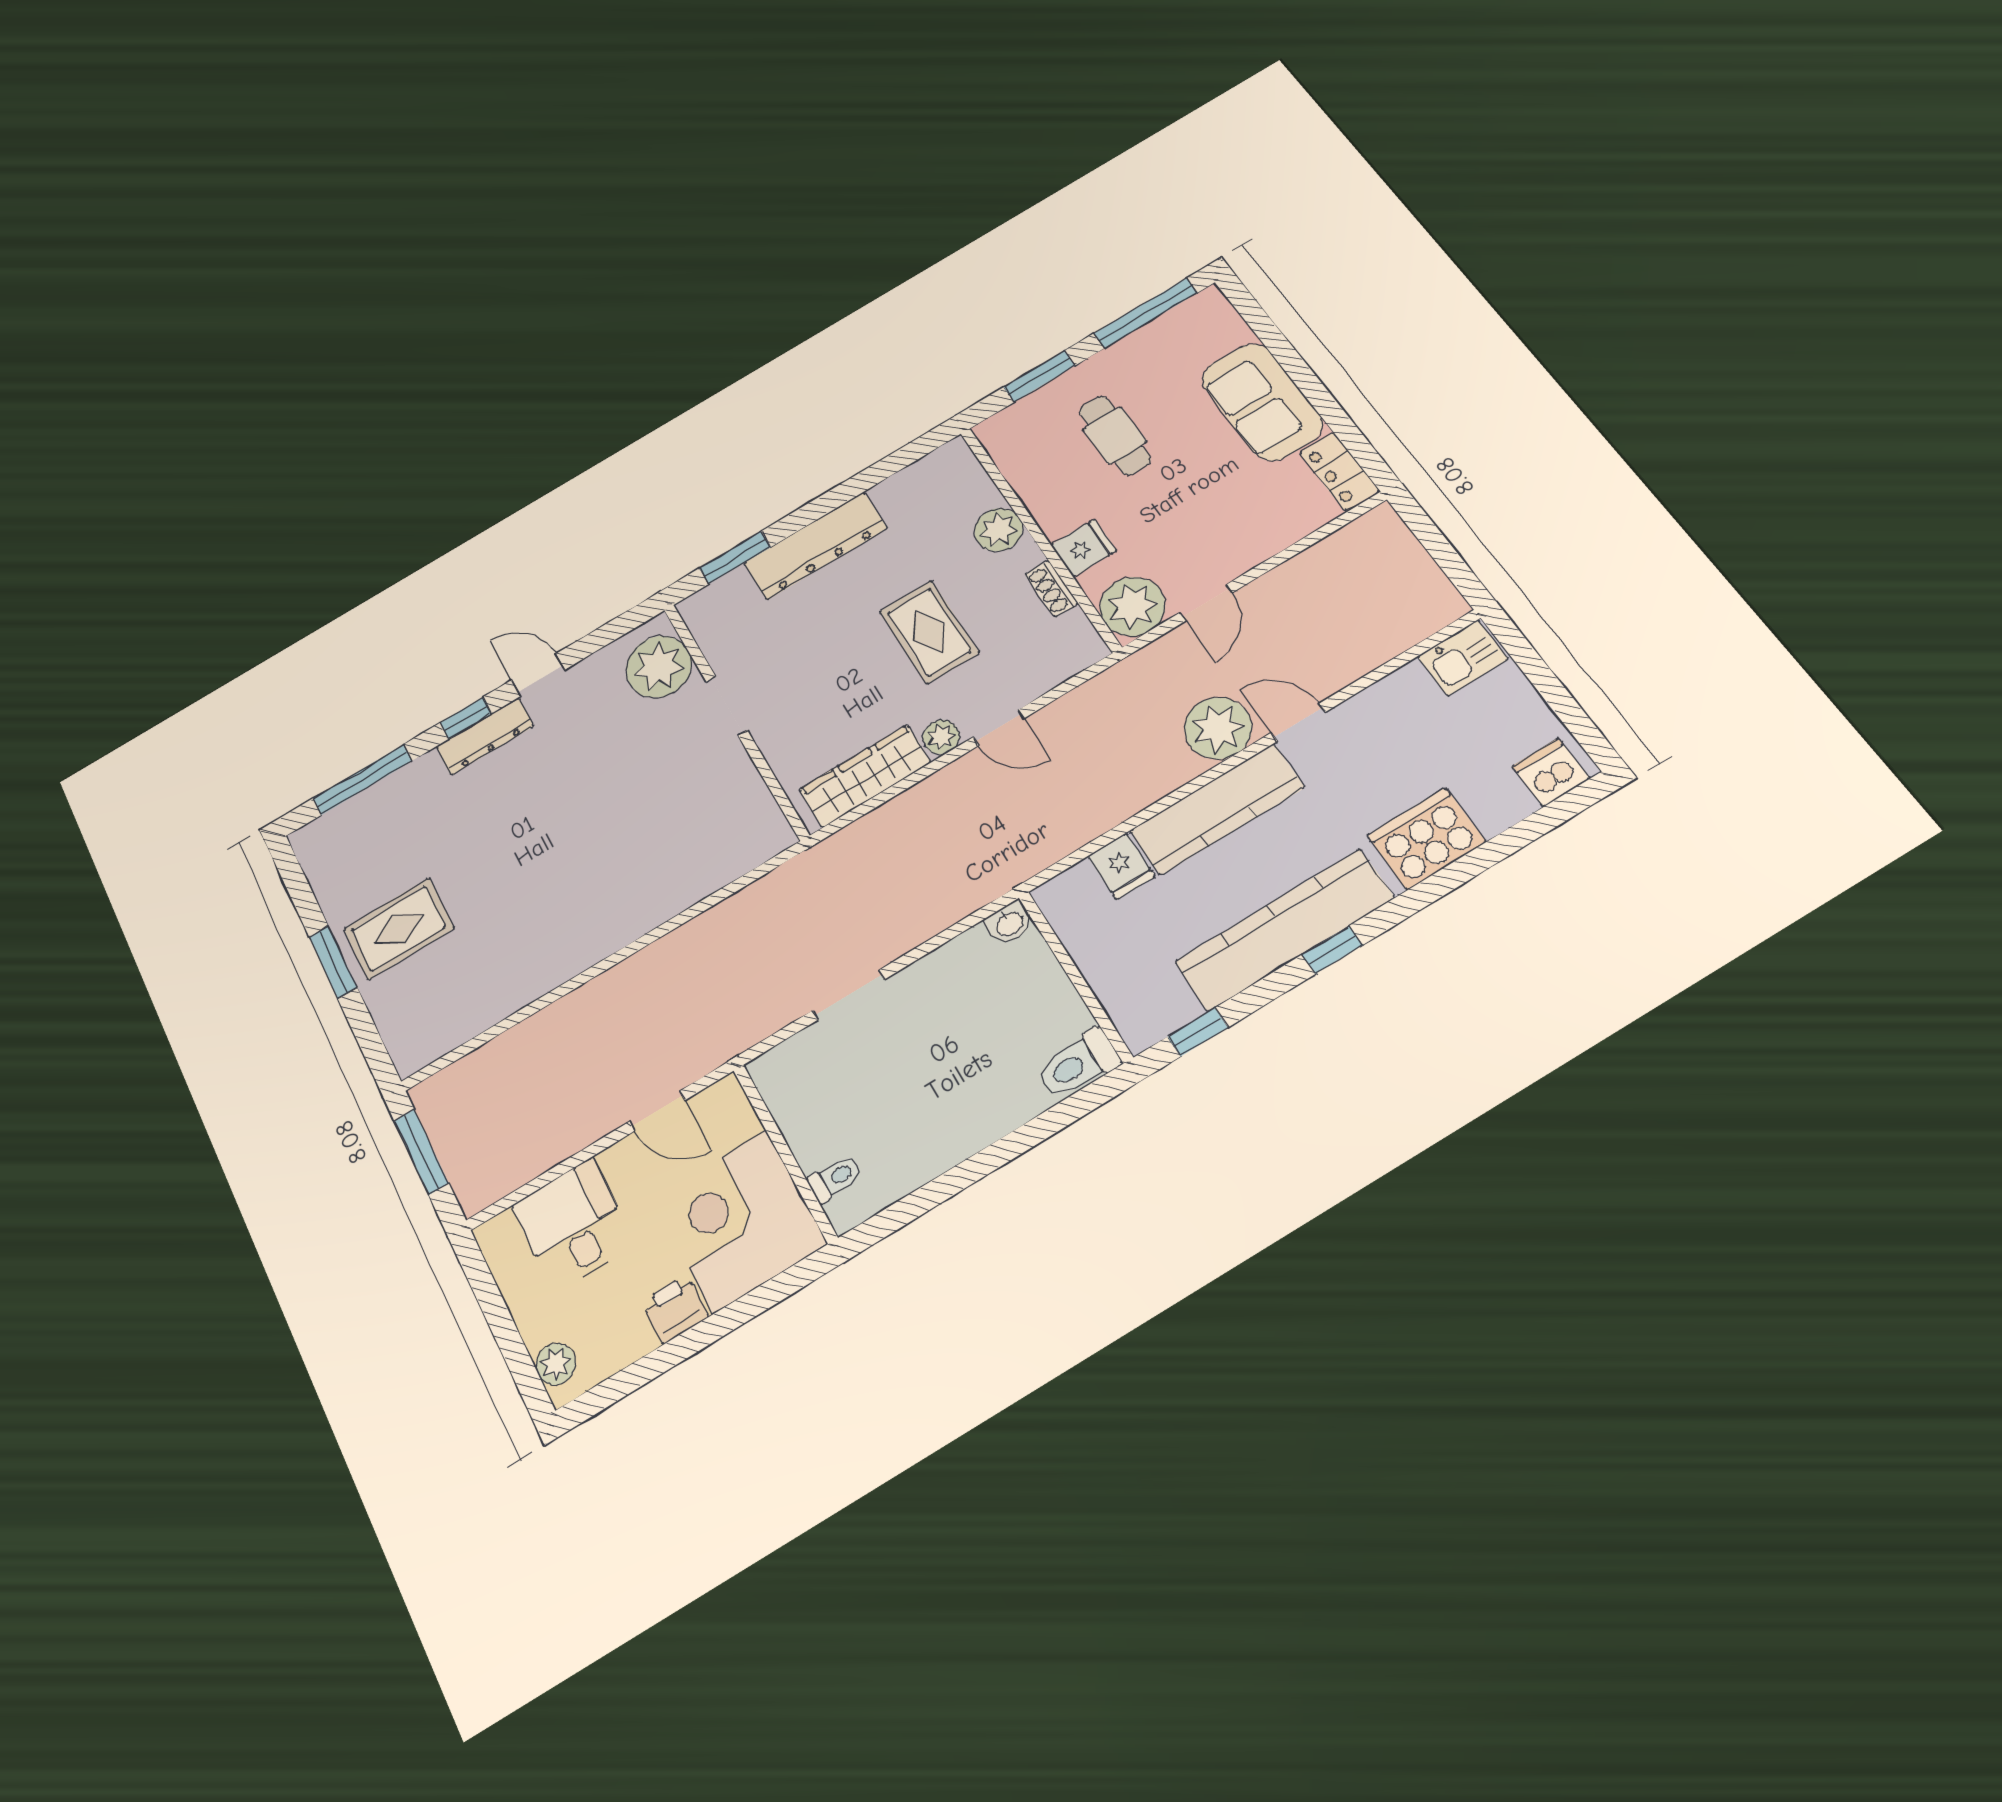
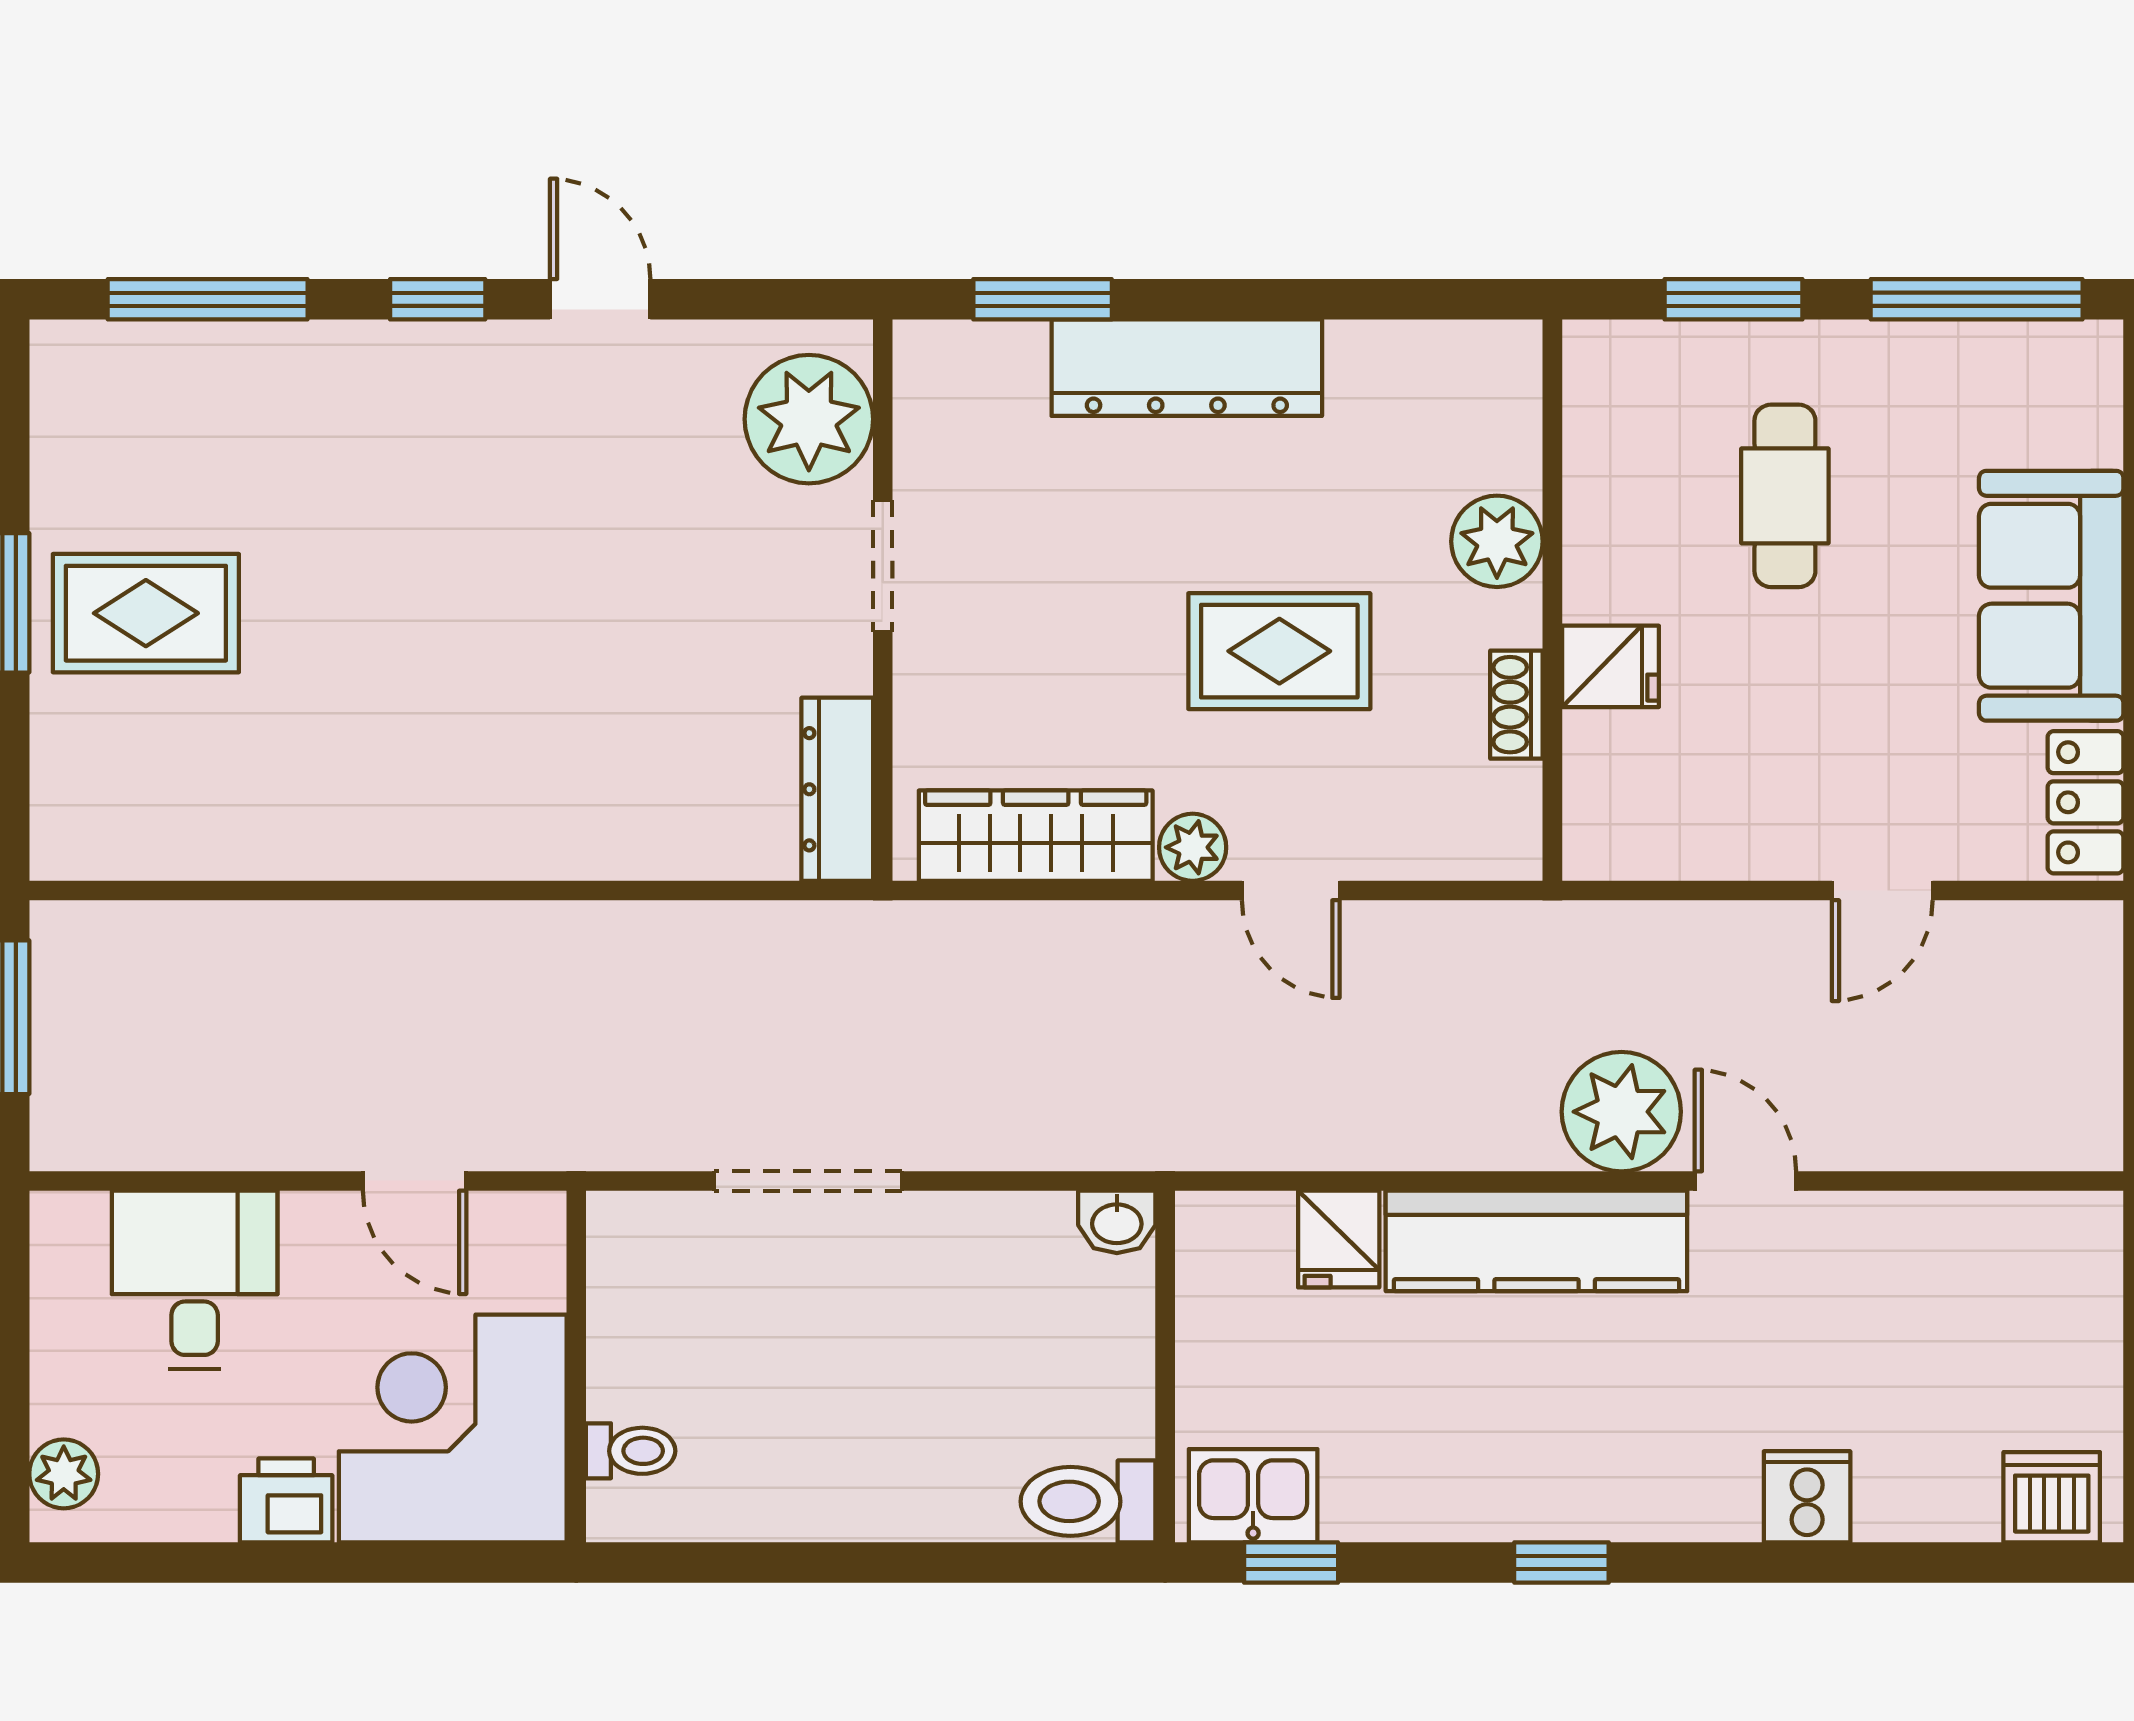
door: (1206, 603) -> (1882, 891), moved
plant: (1132, 606) -> (1622, 821), removed
rug: (929, 632) -> (1279, 651), turned 90
kitchen sink: (1463, 658) -> (1253, 1496), moved, turned 180
dresser: (485, 736) -> (837, 789), moved, turned 90
cooker: (1426, 839) -> (1807, 1497), width x0.53, depth x0.76
kitchen counter: (1284, 930) -> (1513, 1489), removed
doorway: (848, 995) -> (808, 1181), width x1.38

